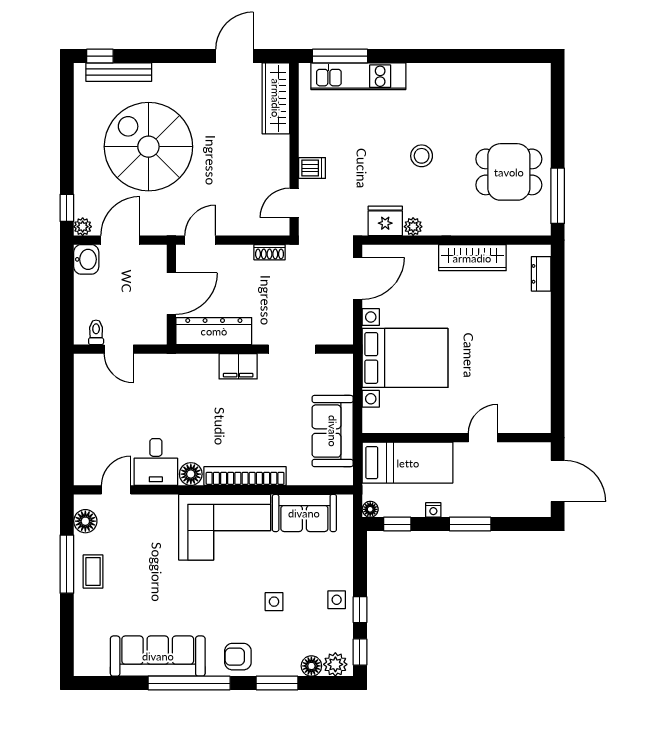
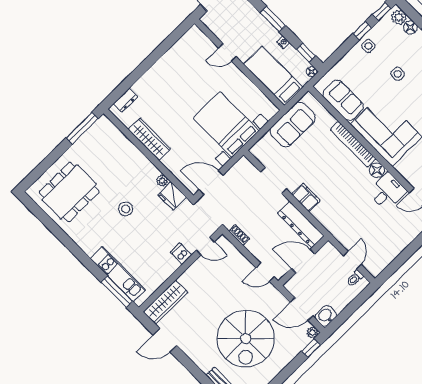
dining table: (509, 172) -> (69, 192), moved, width x1.38

